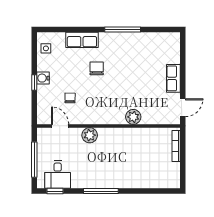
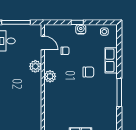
plant: (133, 117) -> (50, 76), moved
door: (60, 126) -> (43, 43), hinge flipped

